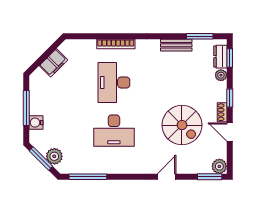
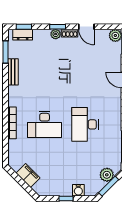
plant: (221, 75) -> (56, 34), moved
window: (26, 108) -> (66, 198), width x0.46
spiral stairs: (182, 125) -> (80, 67), removed
desk: (114, 131) -> (85, 124), turned 180
door: (230, 132) -> (86, 27), hinge flipped

